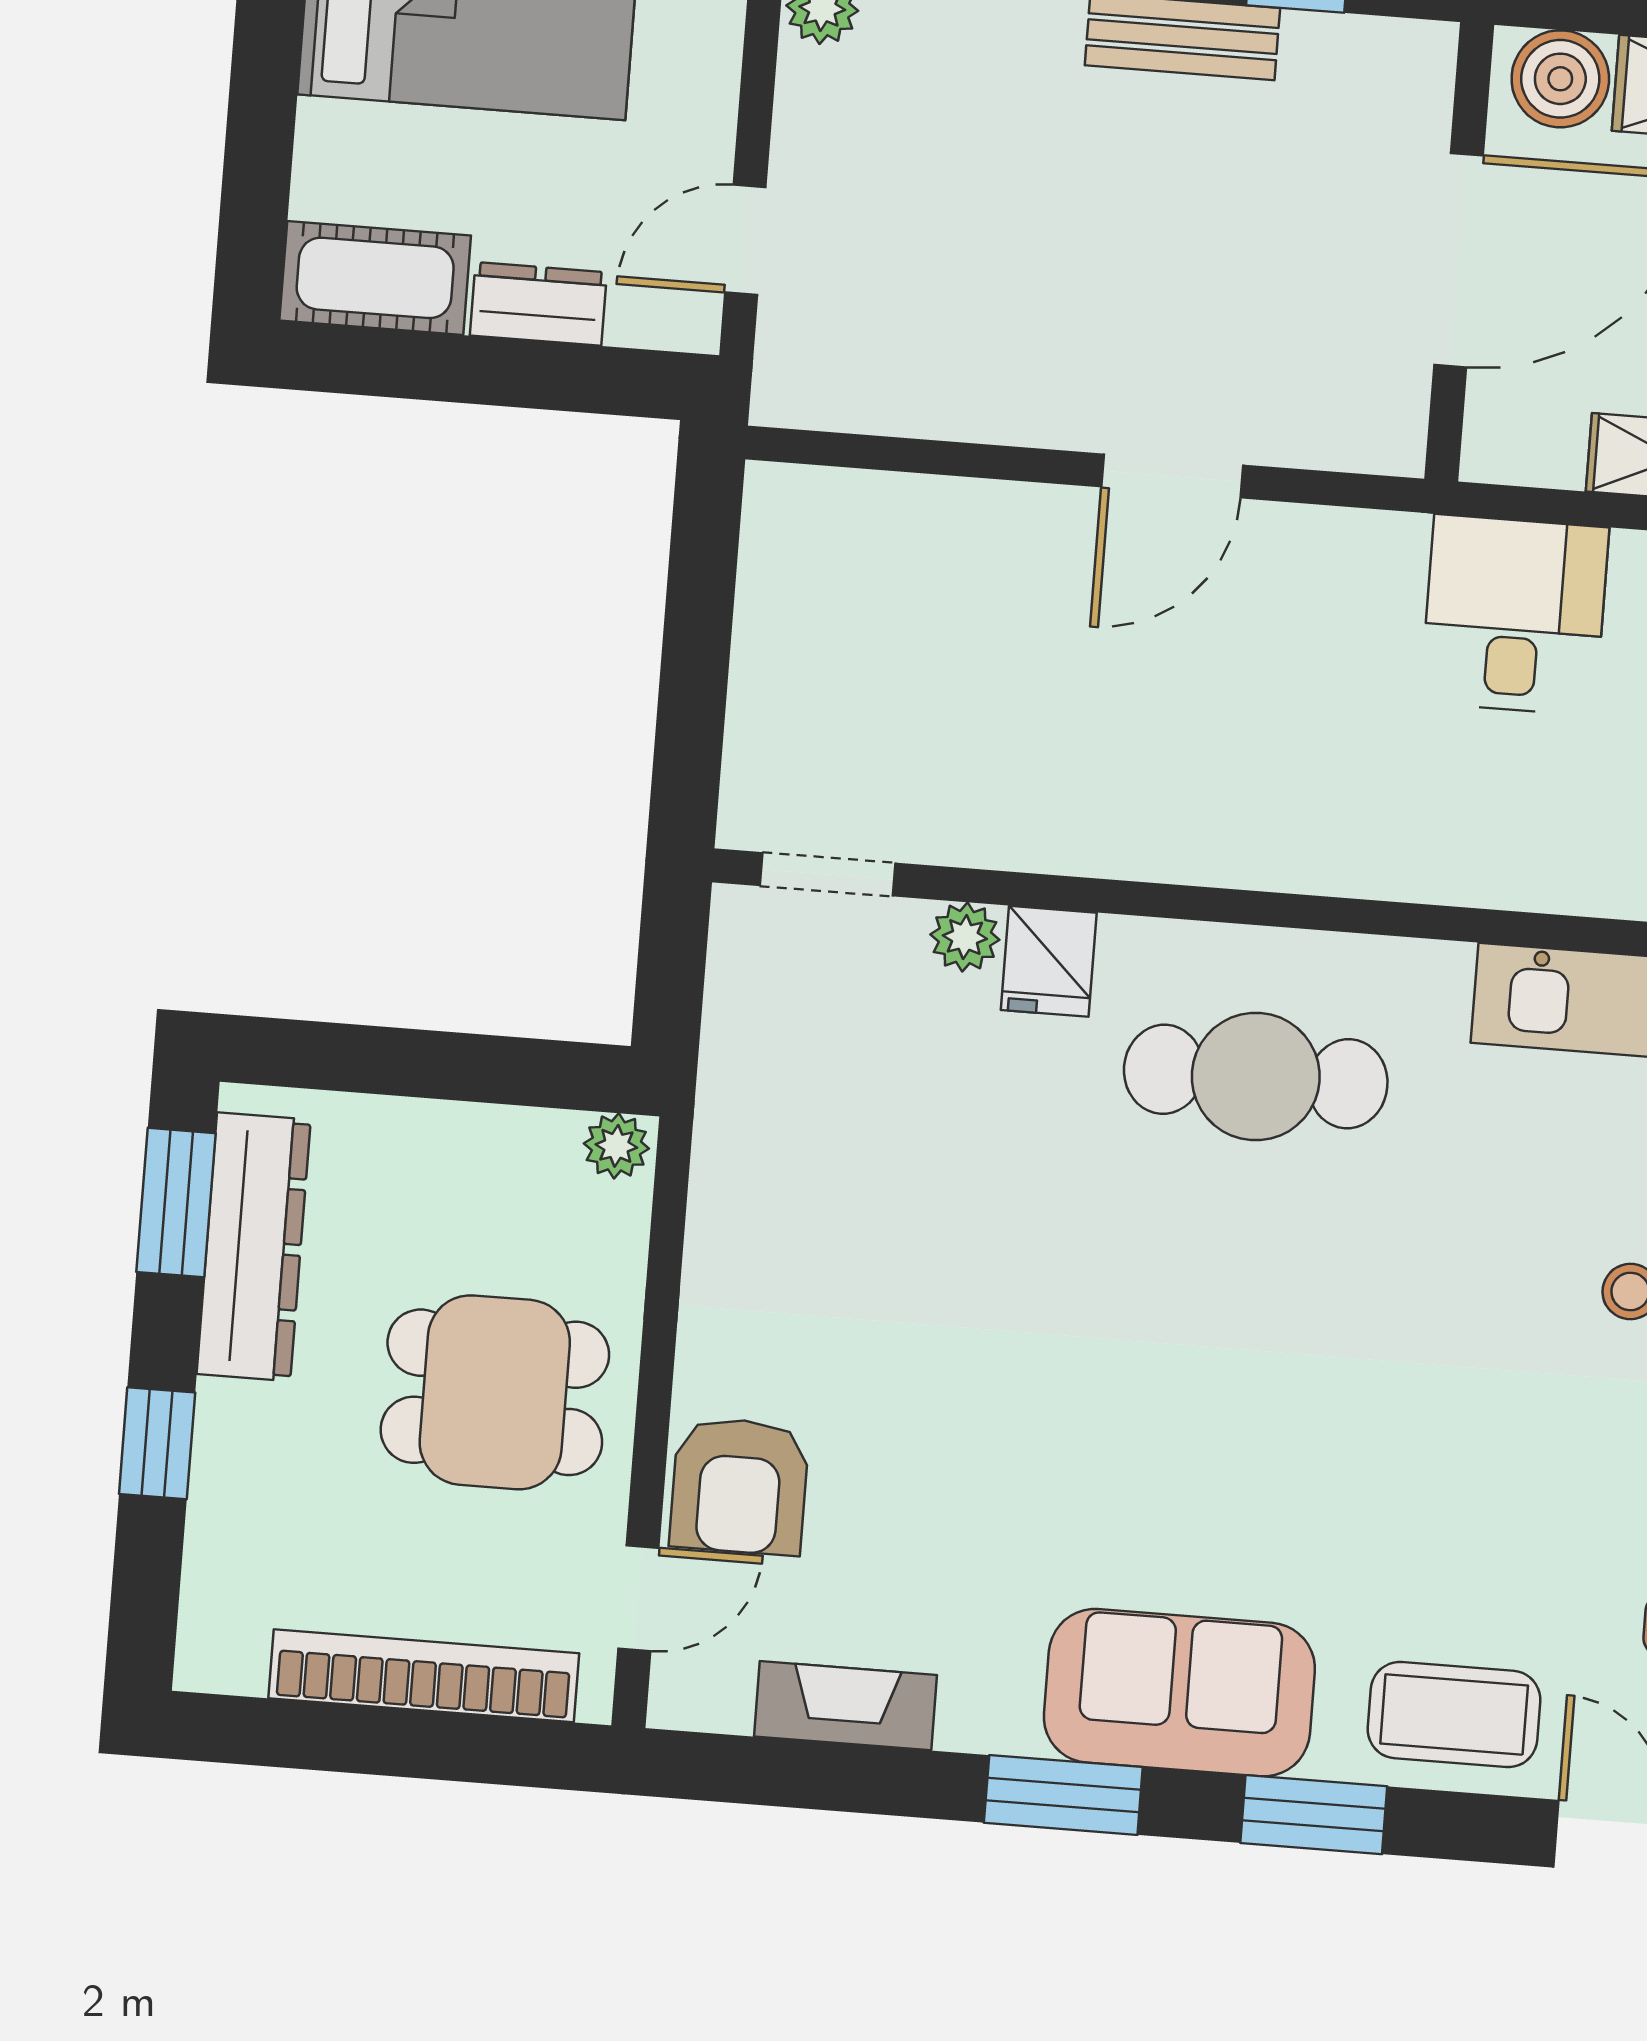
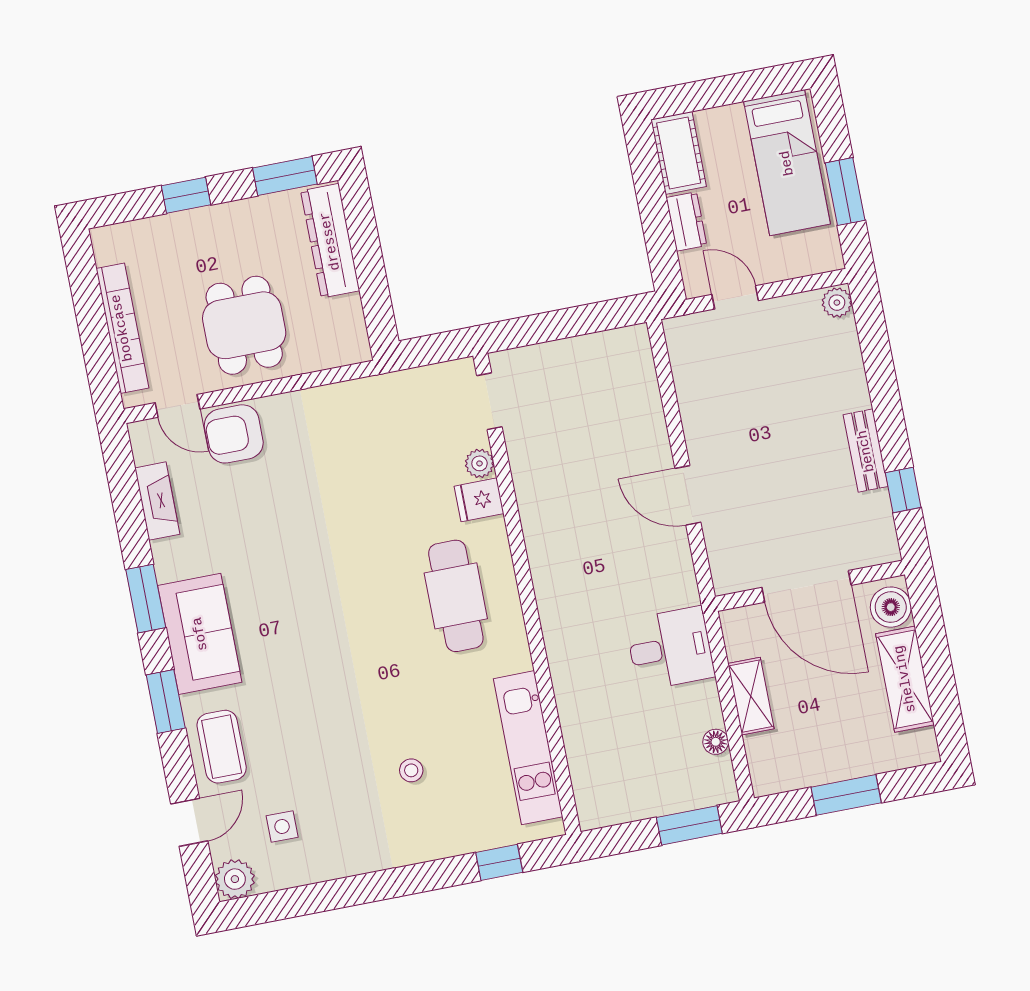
plant: (616, 1146) -> (357, 347), removed
dresser: (254, 1247) -> (330, 241), moved, turned 90

